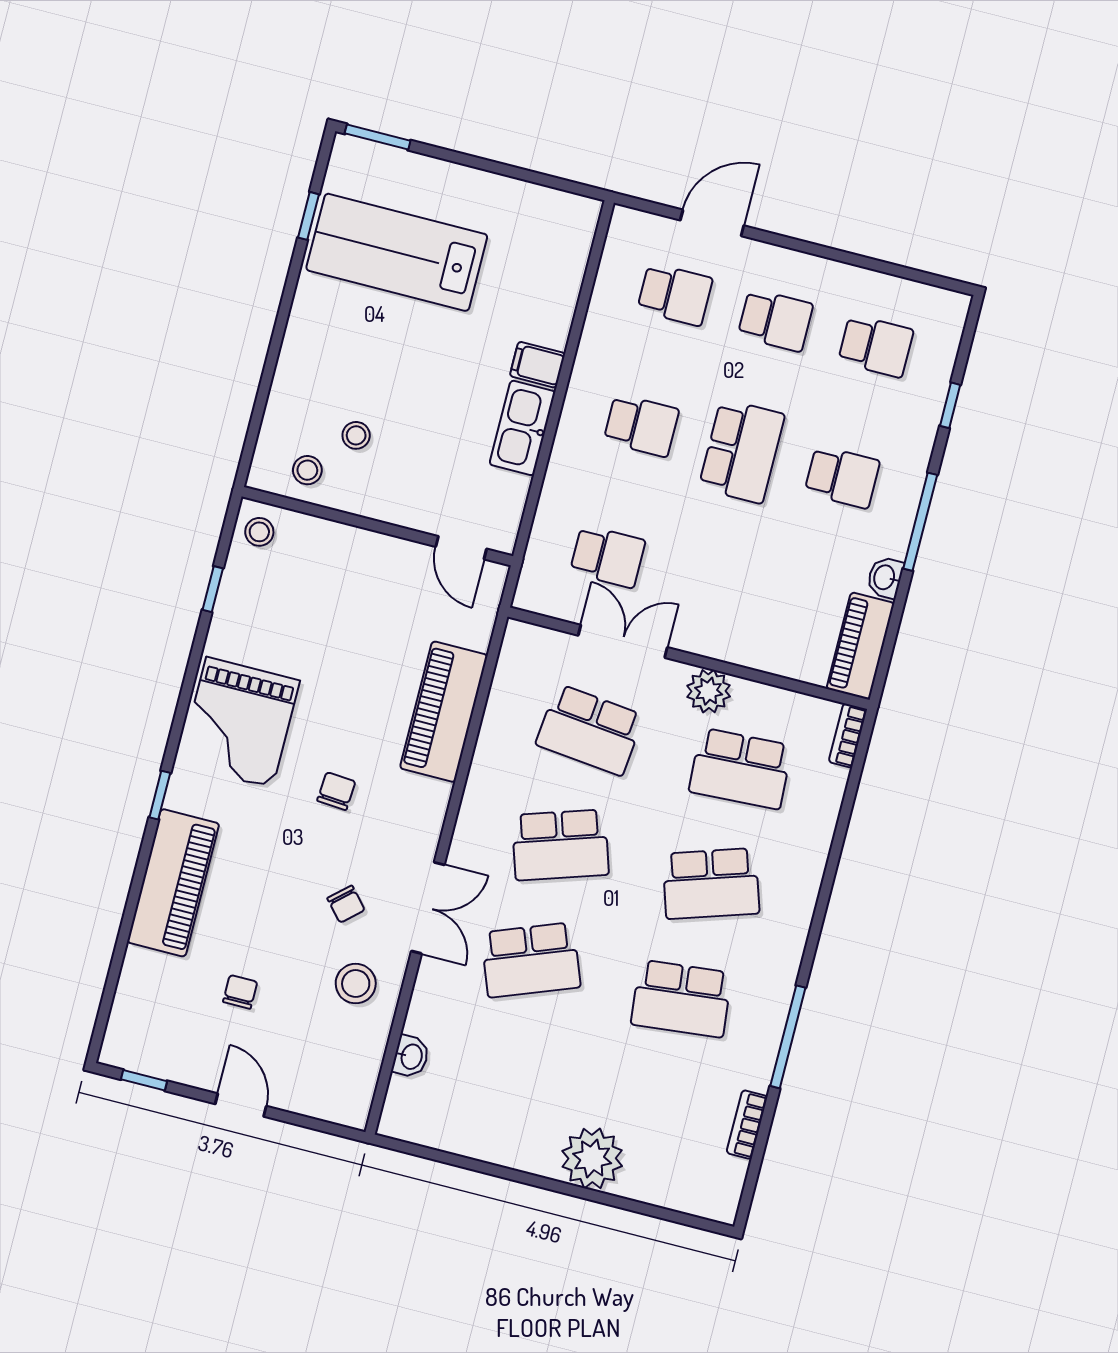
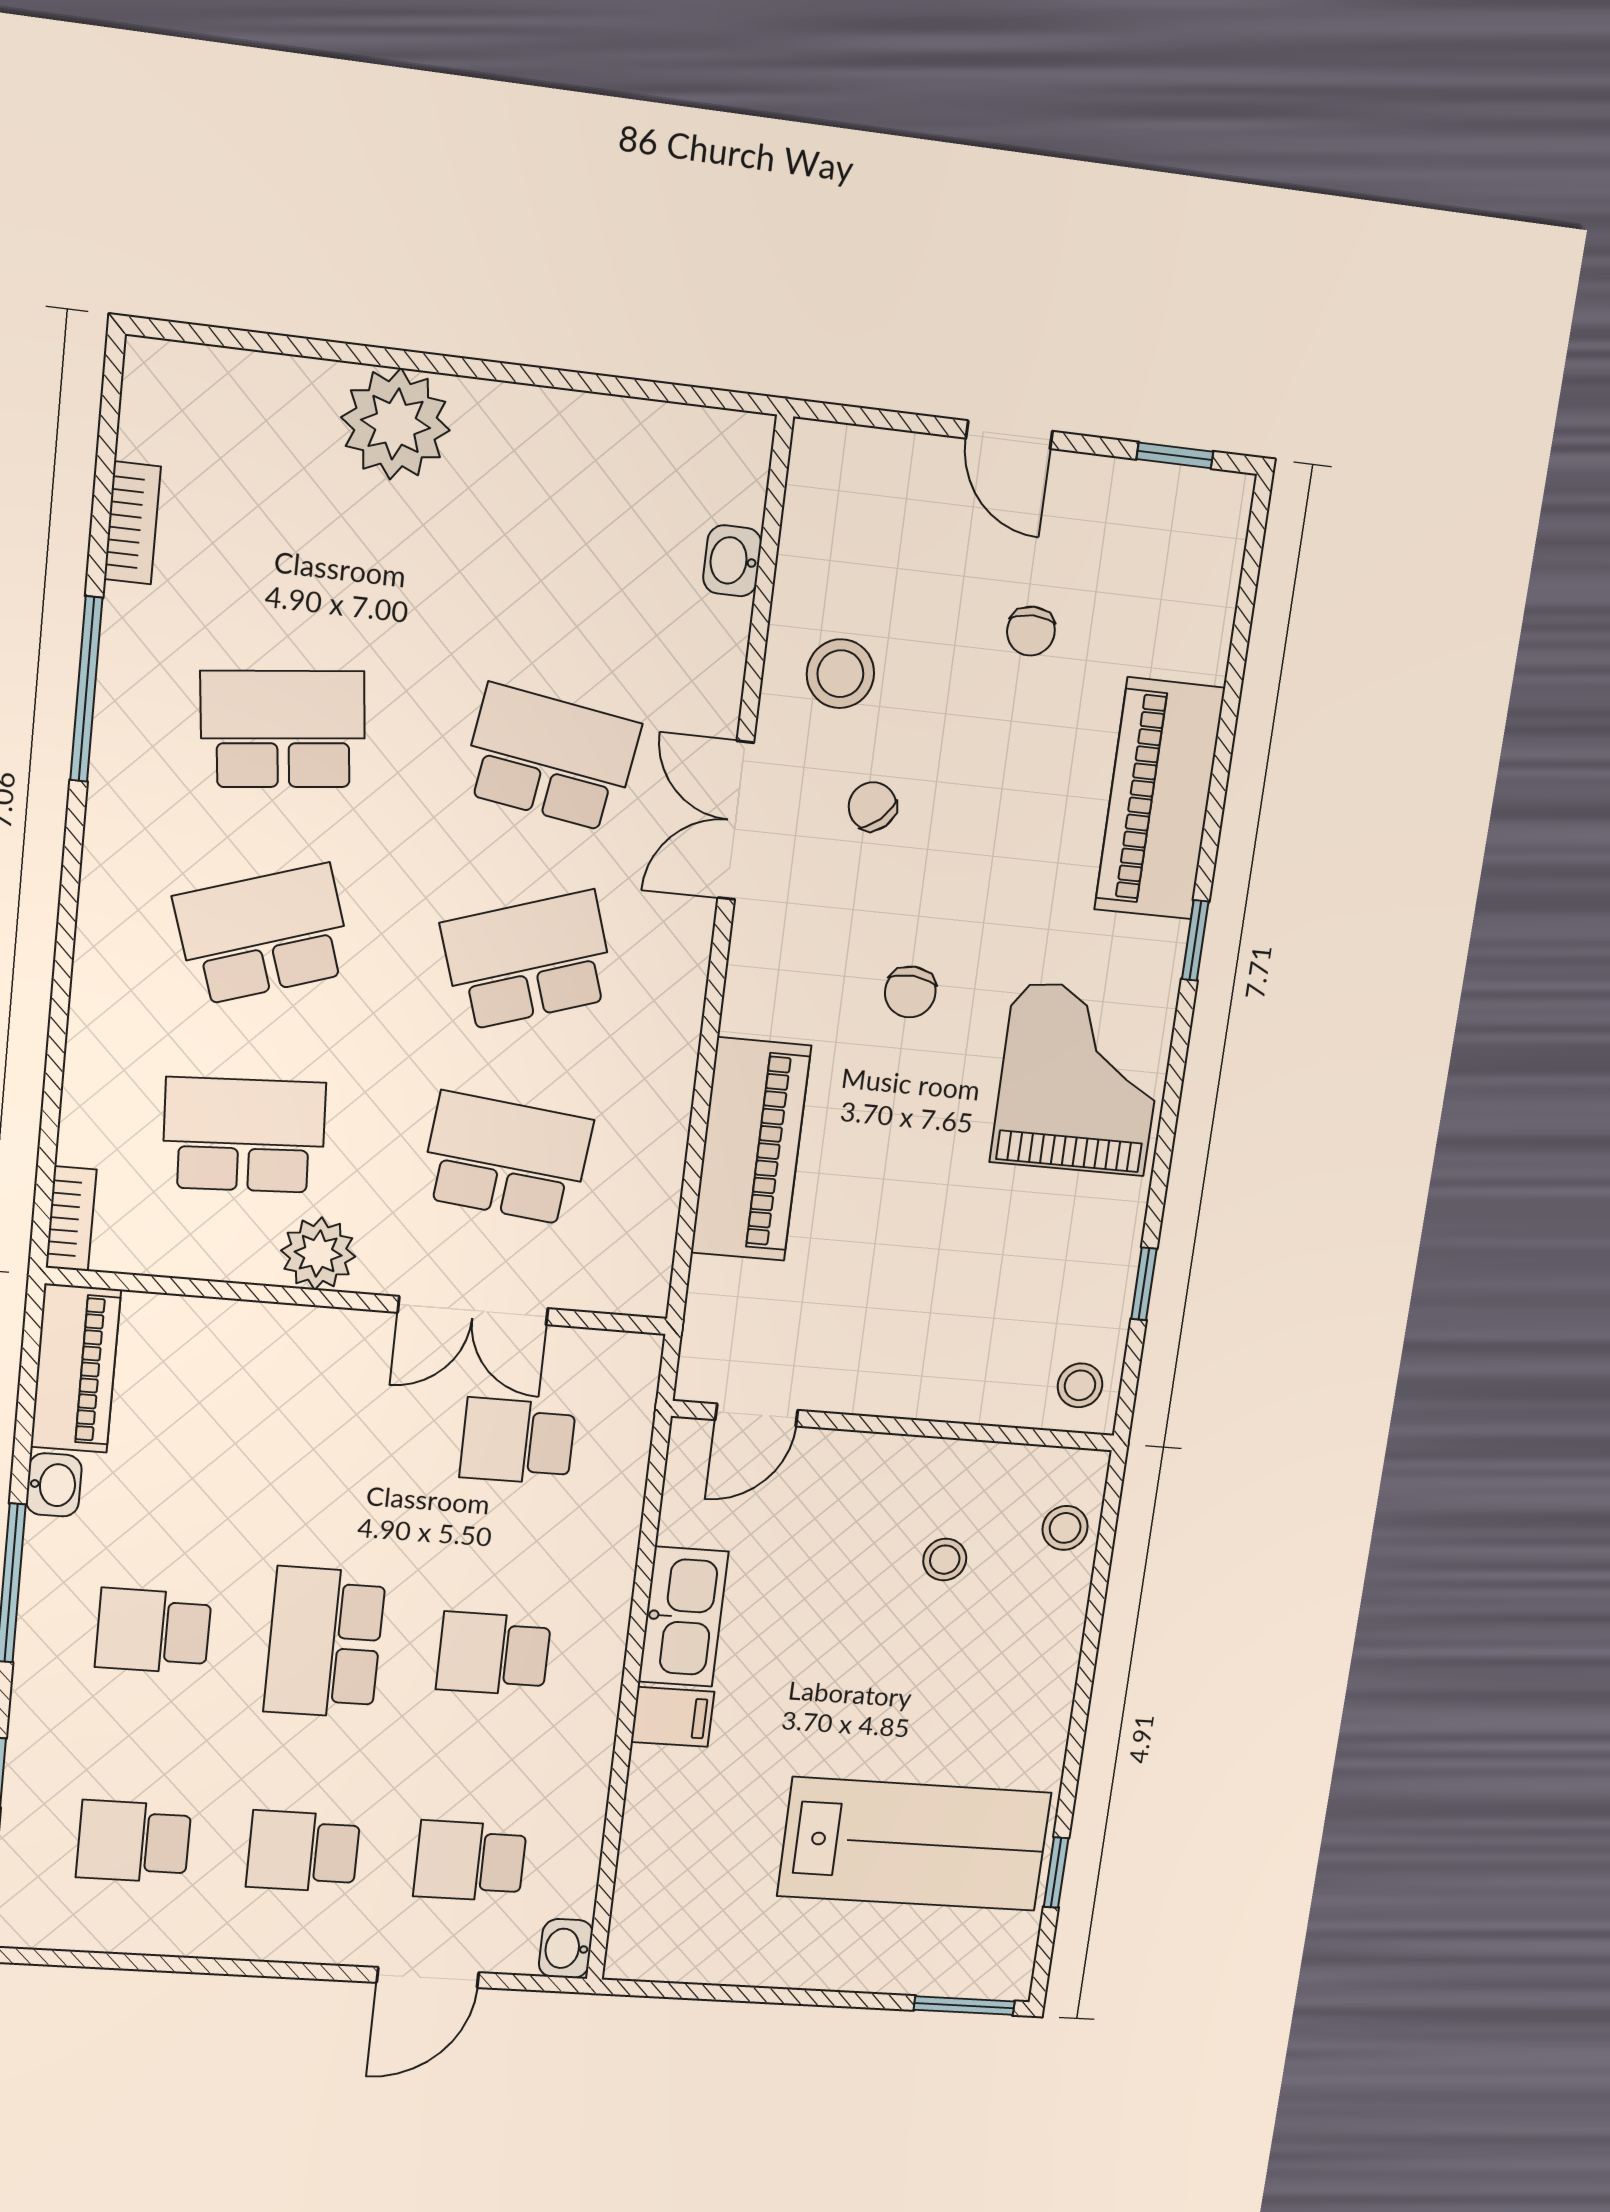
washbasin: (624, 225) -> (566, 1949), added
stool: (307, 470) -> (1065, 1528), moved
door: (461, 548) -> (756, 1415), swing flipped
school desk: (531, 960) -> (551, 758), turned 30

